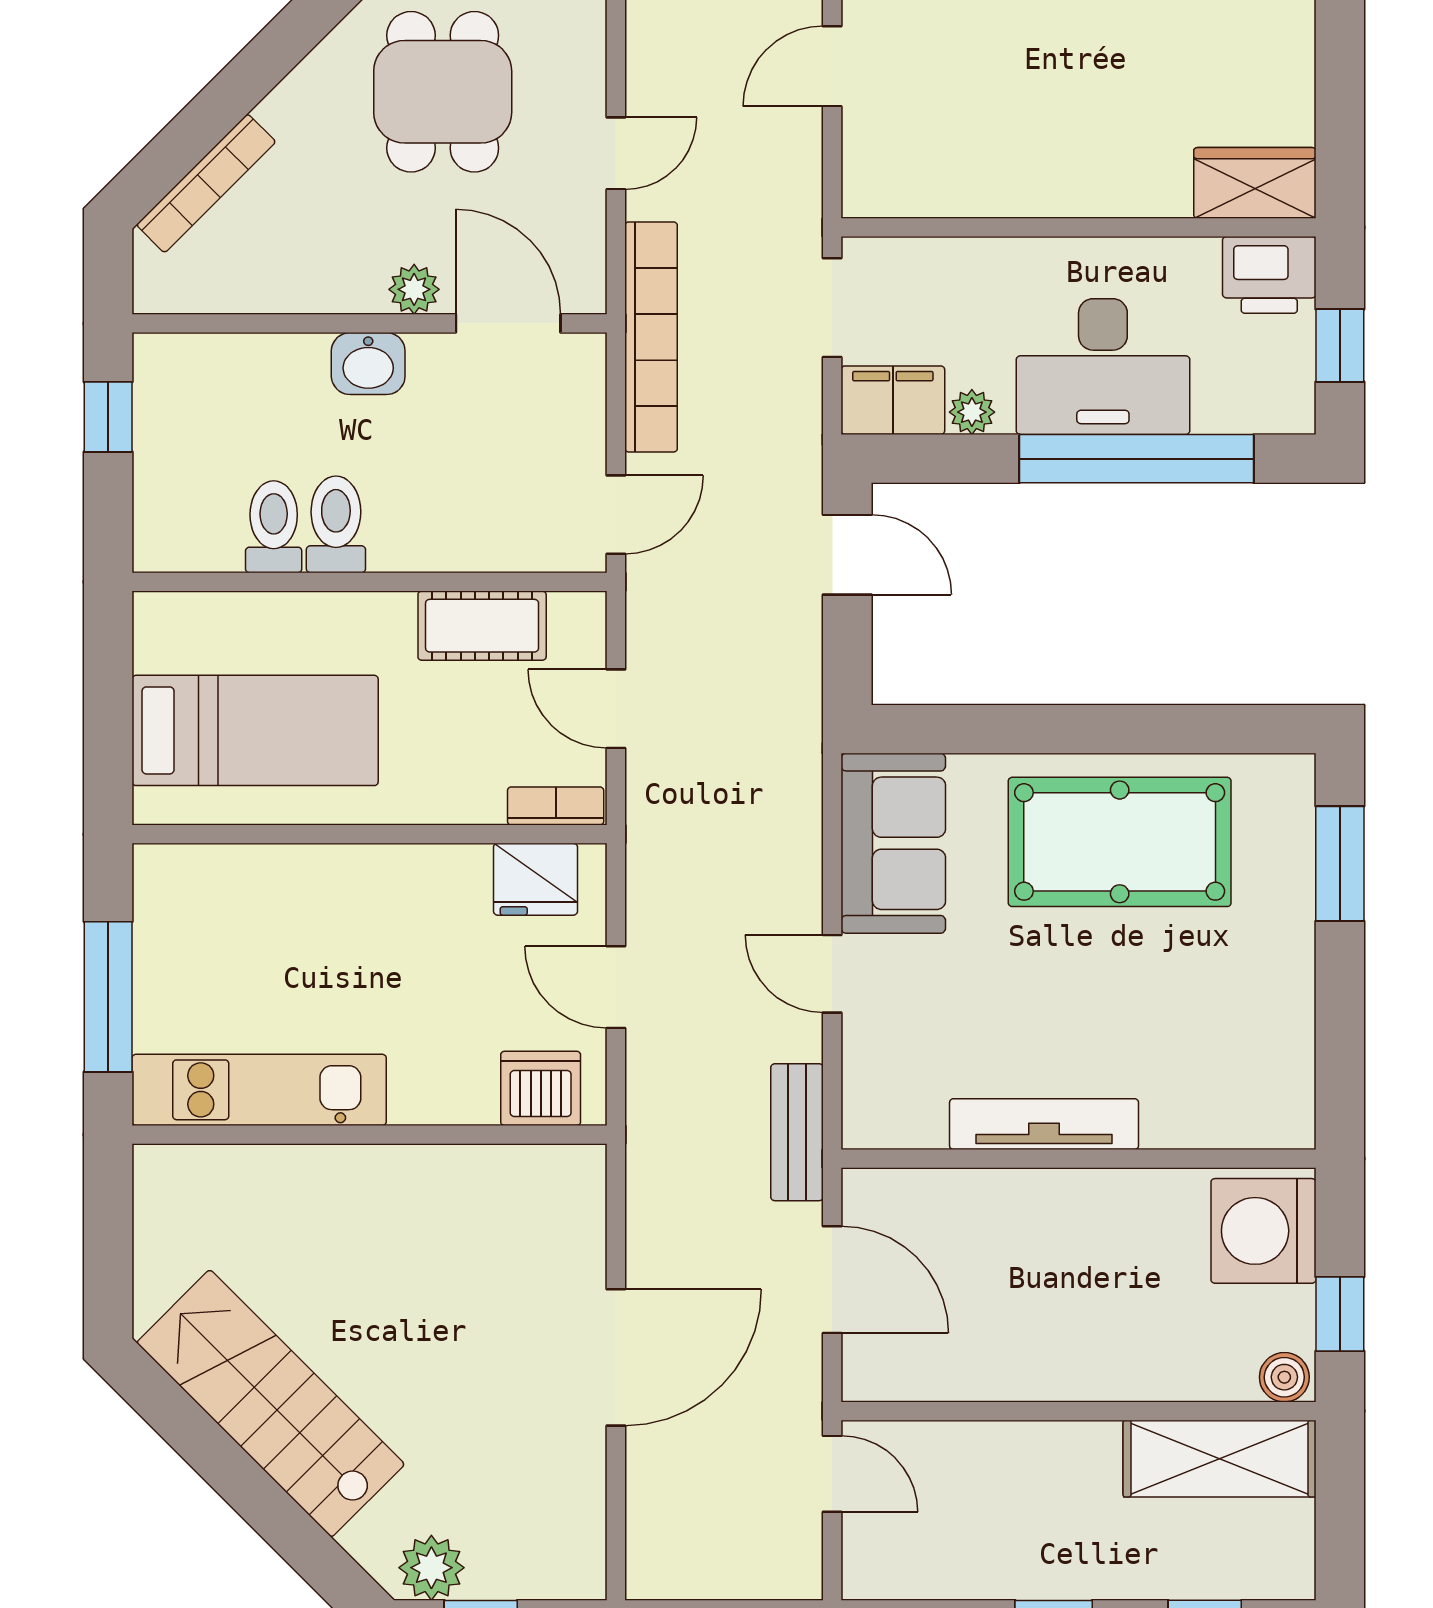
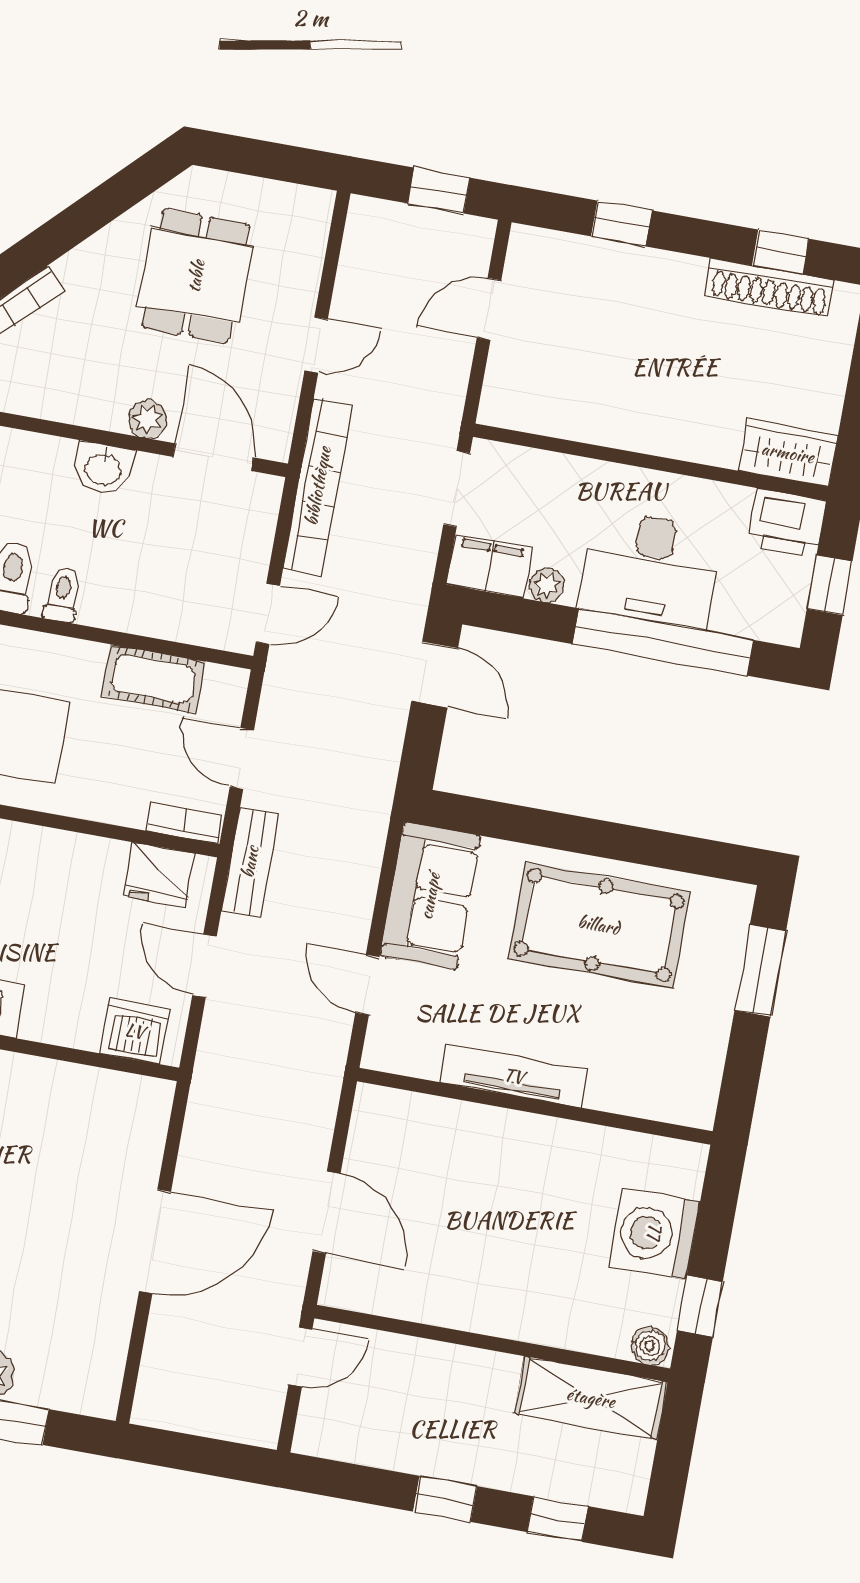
toilet: (336, 524) -> (62, 595), width x0.73, depth x0.72
tv unit: (1044, 1124) -> (514, 1076), moved
bench: (797, 1132) -> (250, 862), moved
wall: (1079, 1159) -> (535, 1106), moved
door: (832, 1474) -> (300, 1357), hinge flipped

